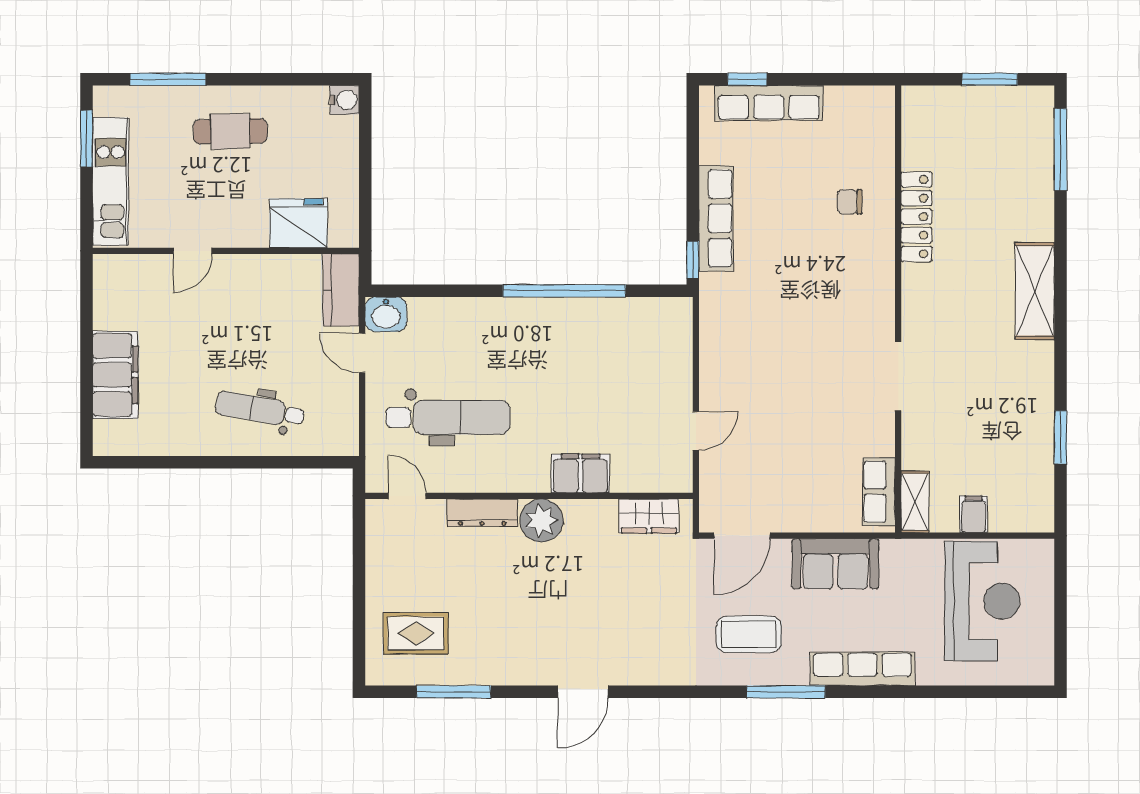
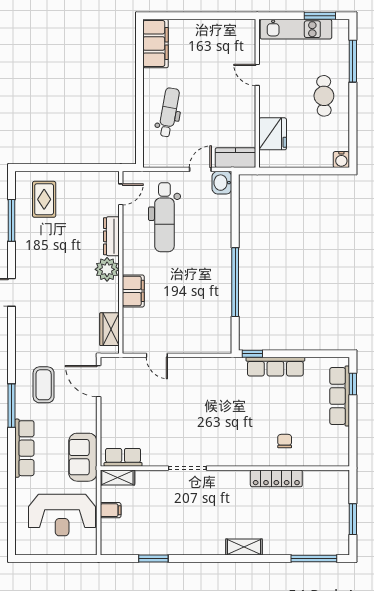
shelving: (1035, 291) -> (244, 547), width x0.67, depth x0.75
filing cabinet: (115, 375) -> (156, 43), moved, turned -90
sofa: (835, 564) -> (83, 457), moved

